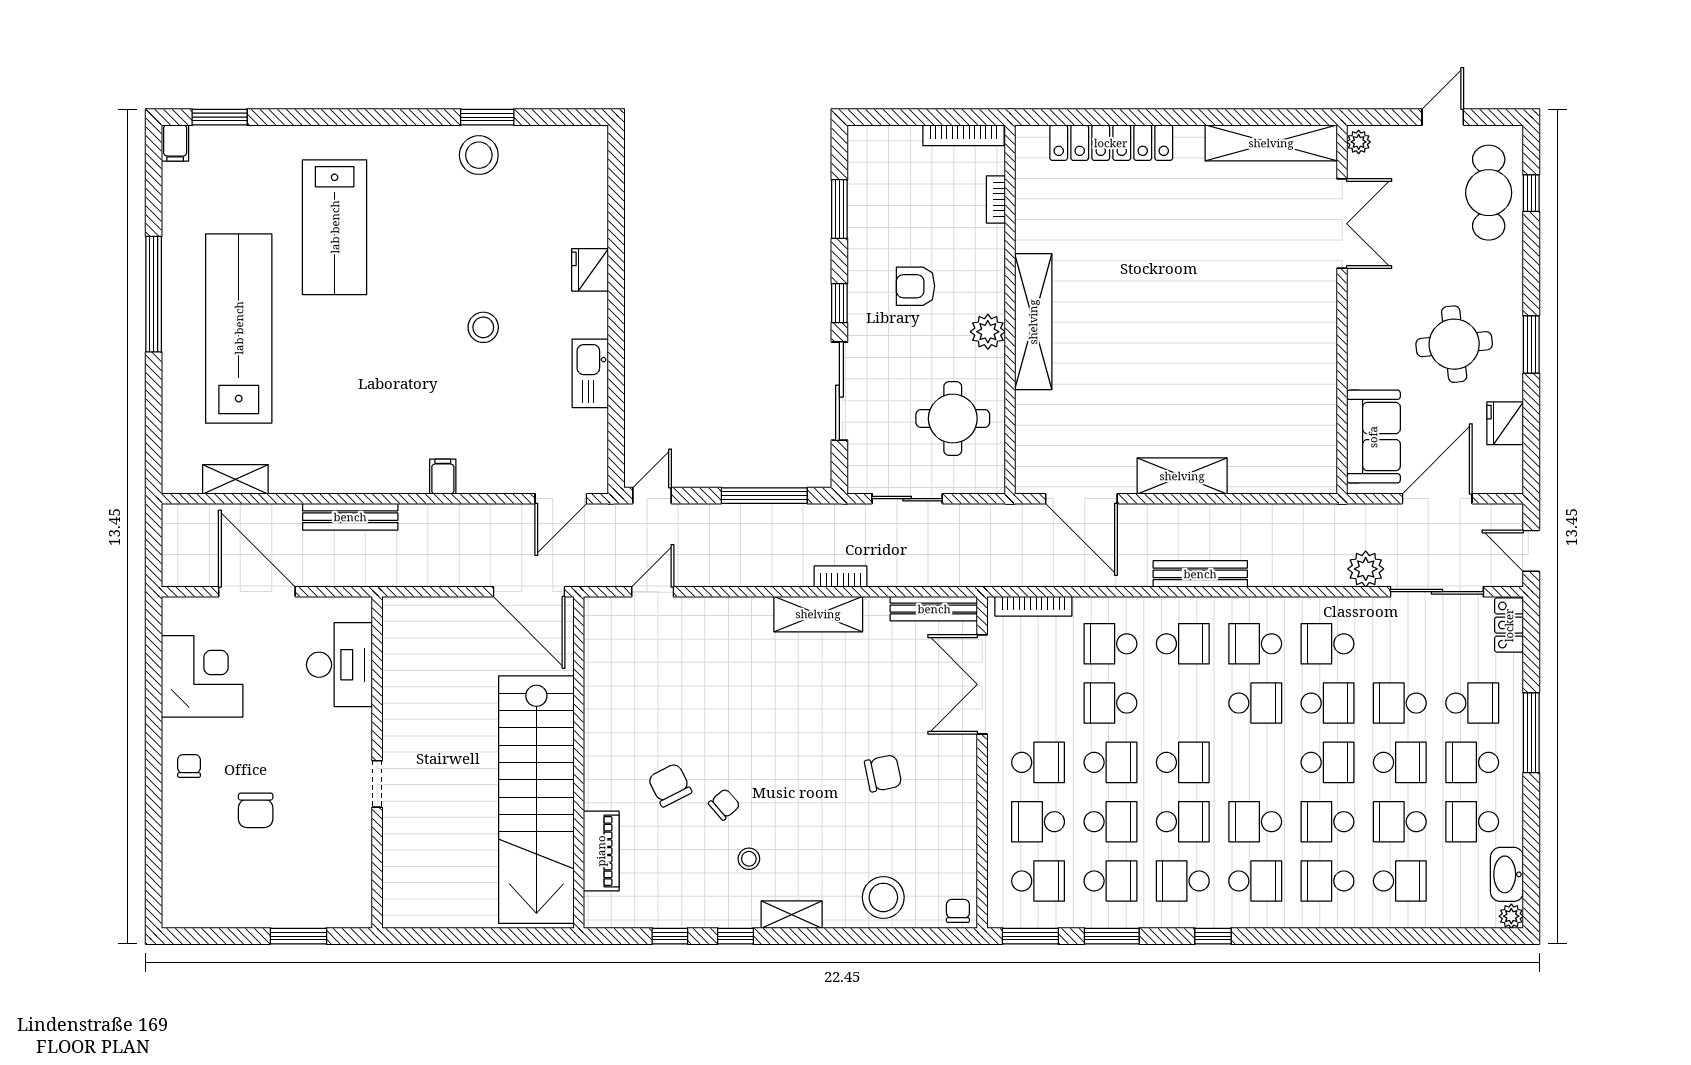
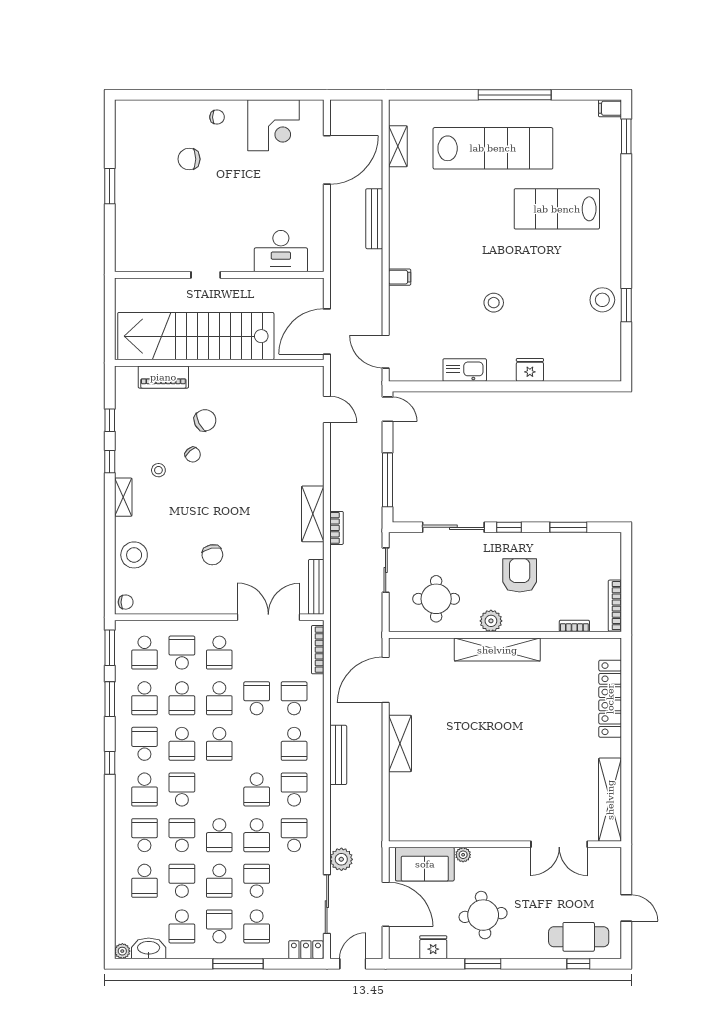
plant: (1359, 142) -> (463, 855), moved
armchair: (916, 286) -> (520, 575), width x1.38, depth x1.38
desk: (339, 665) -> (281, 251), moved
wall: (377, 762) -> (219, 275), moved
doorway: (377, 784) -> (206, 275), moved
school desk: (1472, 822) -> (182, 926), turned 180

